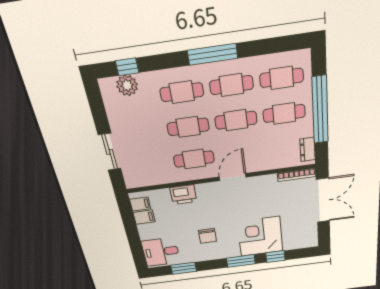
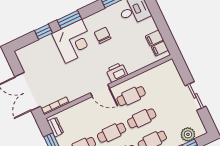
sliding door: (110, 152) -> (195, 96), moved
door: (233, 177) -> (100, 90), hinge flipped
printer: (183, 195) -> (117, 72), moved
corner desk: (260, 237) -> (74, 41), moved

